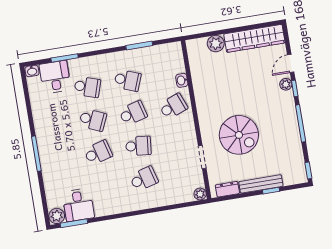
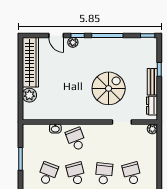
bench: (261, 184) -> (152, 82), width x0.73

